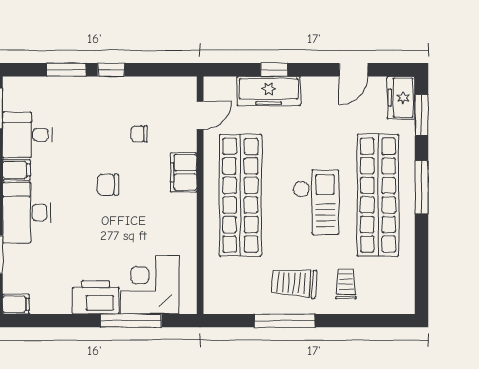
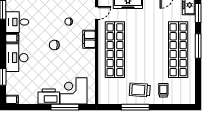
checkout: (316, 202) -> (150, 53), removed

